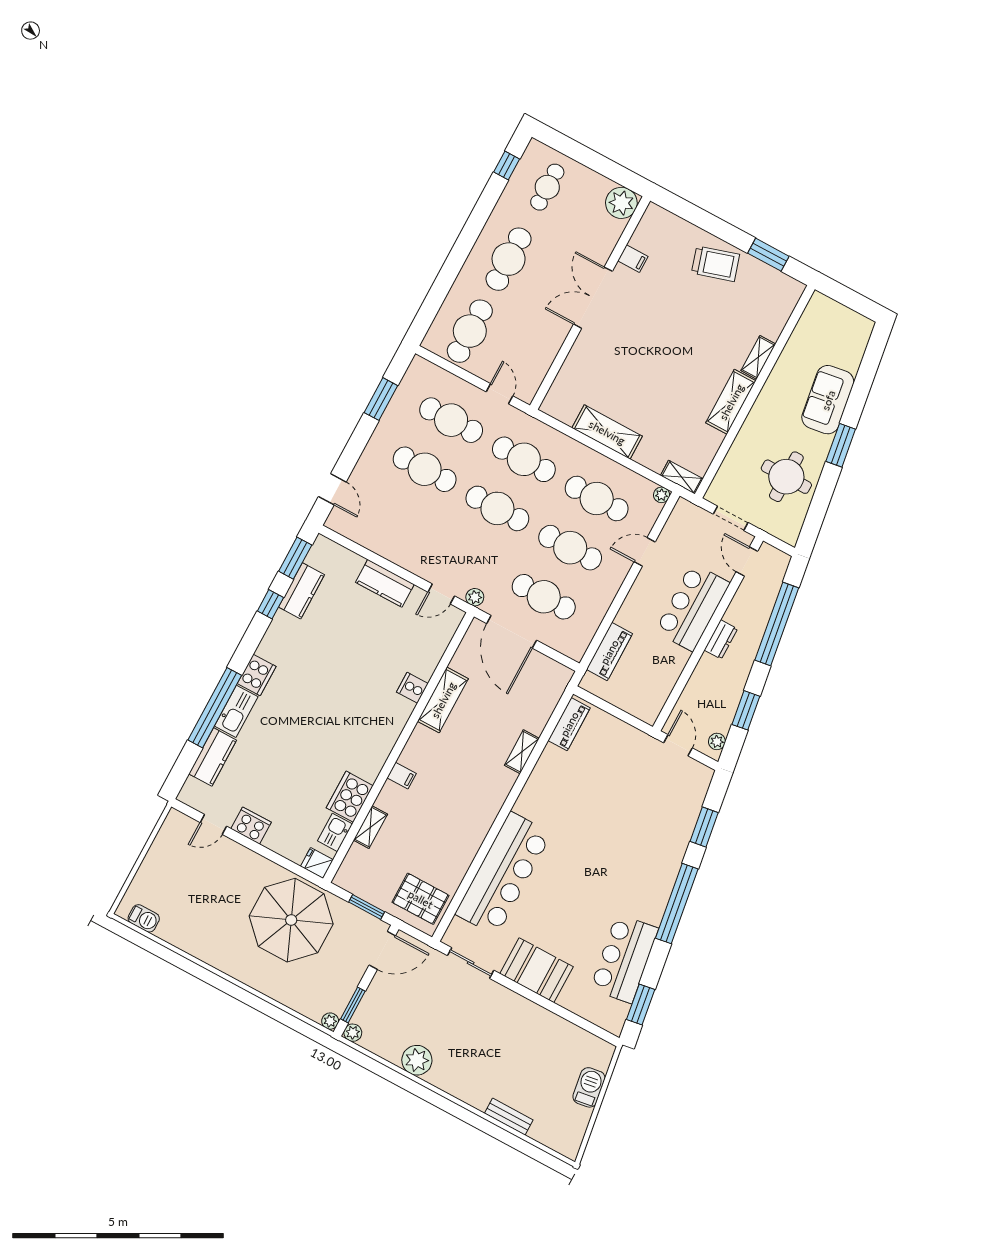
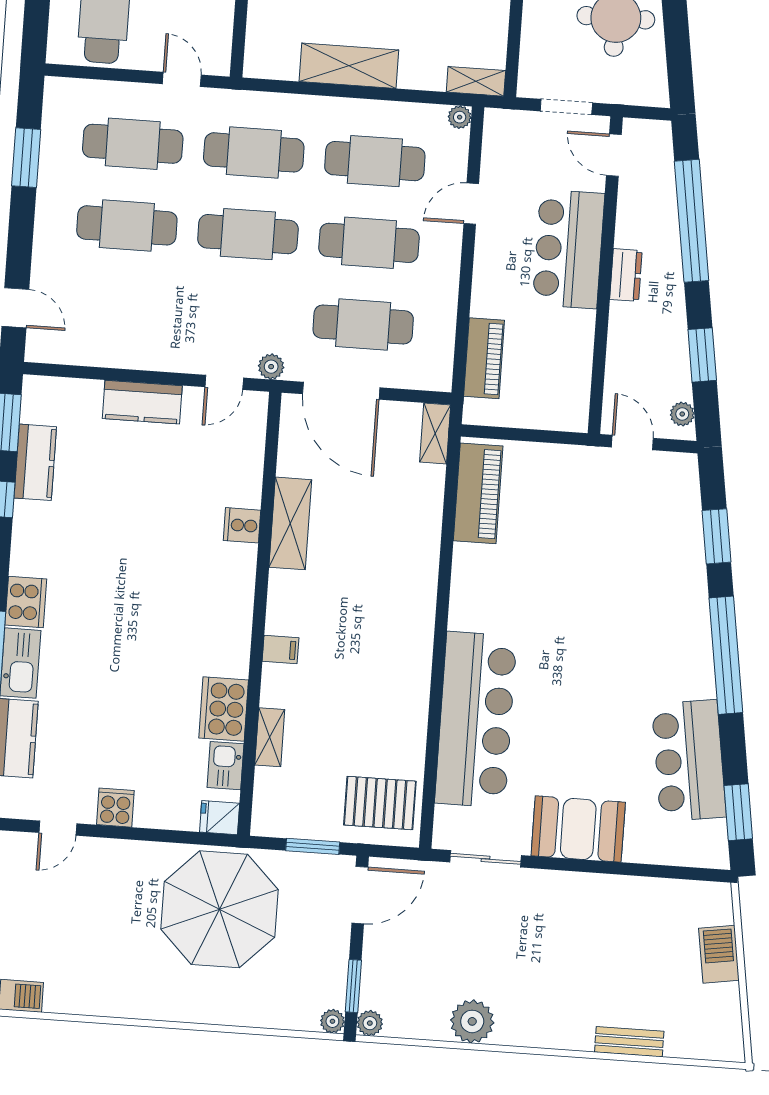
piano: (569, 724) -> (478, 493), width x1.37, depth x1.33
shelving: (522, 752) -> (435, 433), moved
cooker: (251, 826) -> (115, 808), width x0.73

